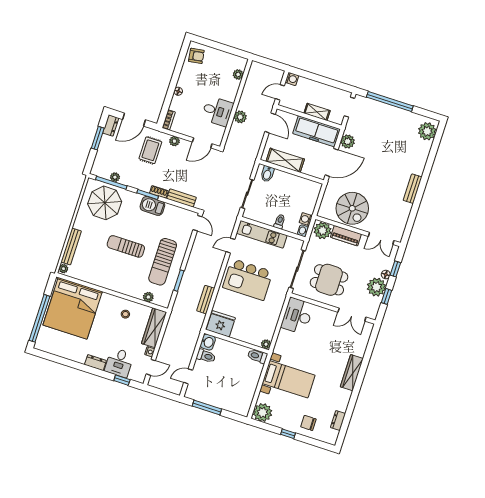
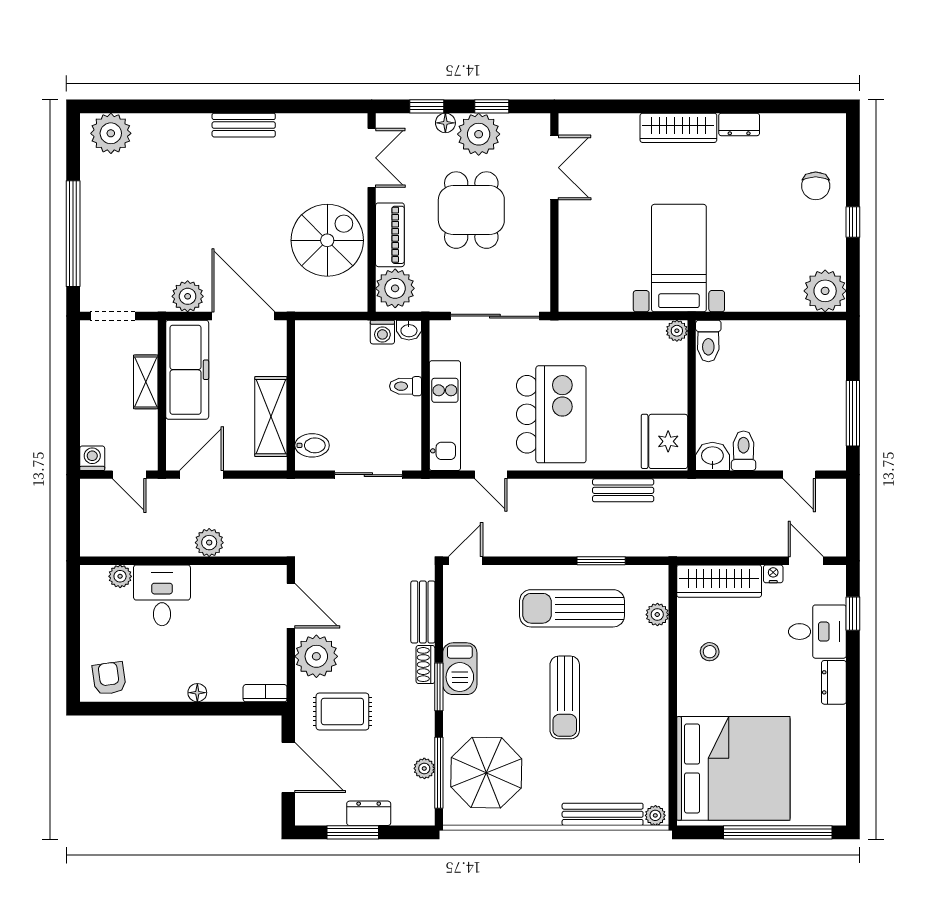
desk: (217, 111) -> (162, 595), moved
dresser: (111, 125) -> (369, 813), moved
plant: (174, 141) -> (316, 656), width x1.88, depth x1.88
sun lounger: (163, 262) -> (572, 608), turned 180
dining table: (329, 280) -> (471, 210), moved
desk: (297, 316) -> (595, 283), removed
bed with nightstands: (289, 379) -> (679, 258), moved
dresser: (338, 420) -> (739, 124), moved

